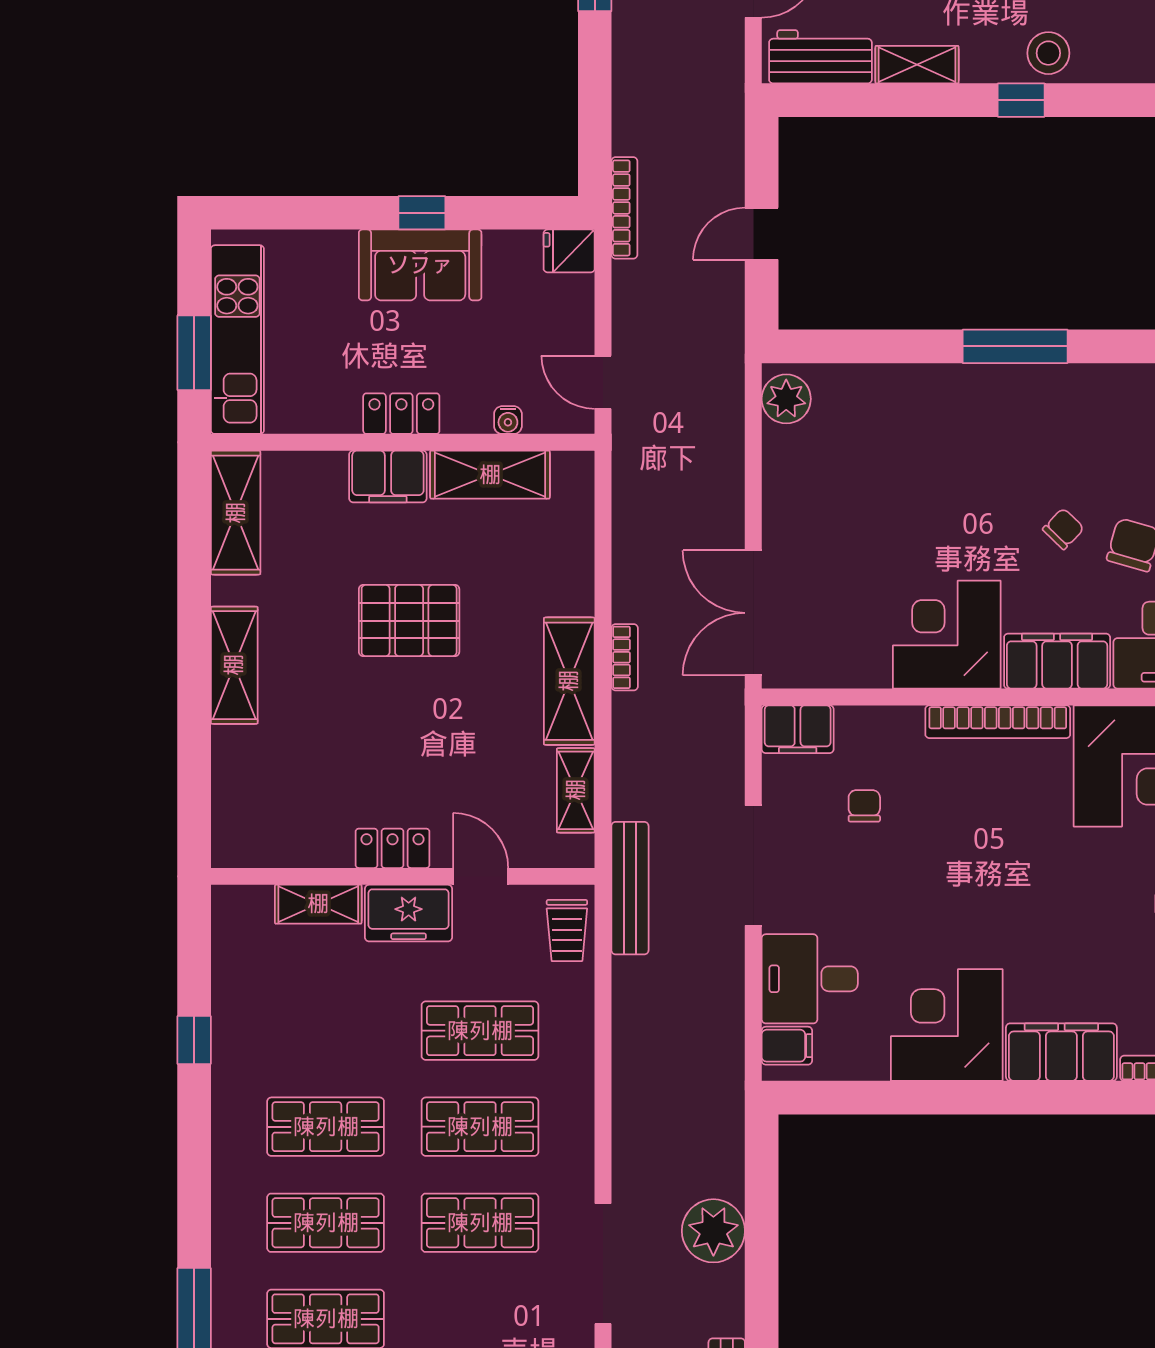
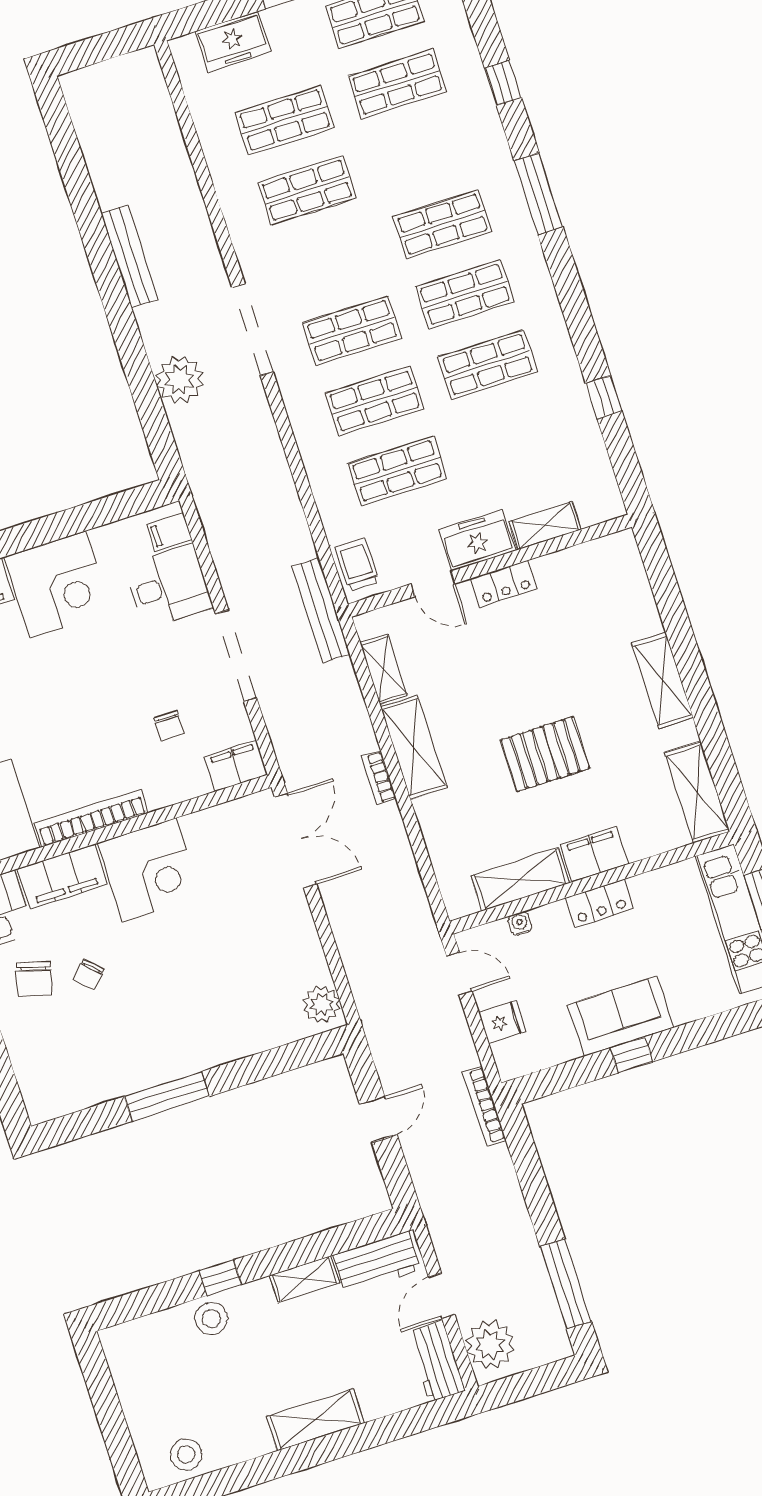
fridge: (569, 251) -> (502, 1022), moved

